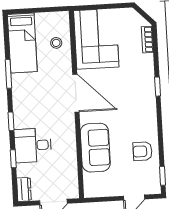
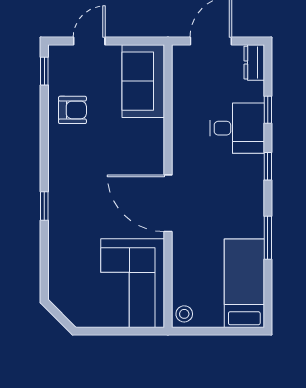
bookcase: (147, 40) -> (56, 278), removed
stool: (56, 43) -> (184, 314), moved
sofa: (95, 148) -> (143, 81), moved

